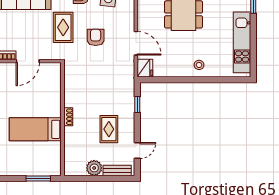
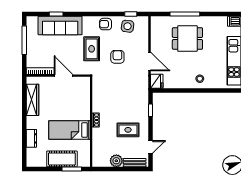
door: (28, 61) -> (63, 76), swing flipped
rug: (109, 129) -> (128, 130), turned 90
cot: (26, 166) -> (62, 159), added

